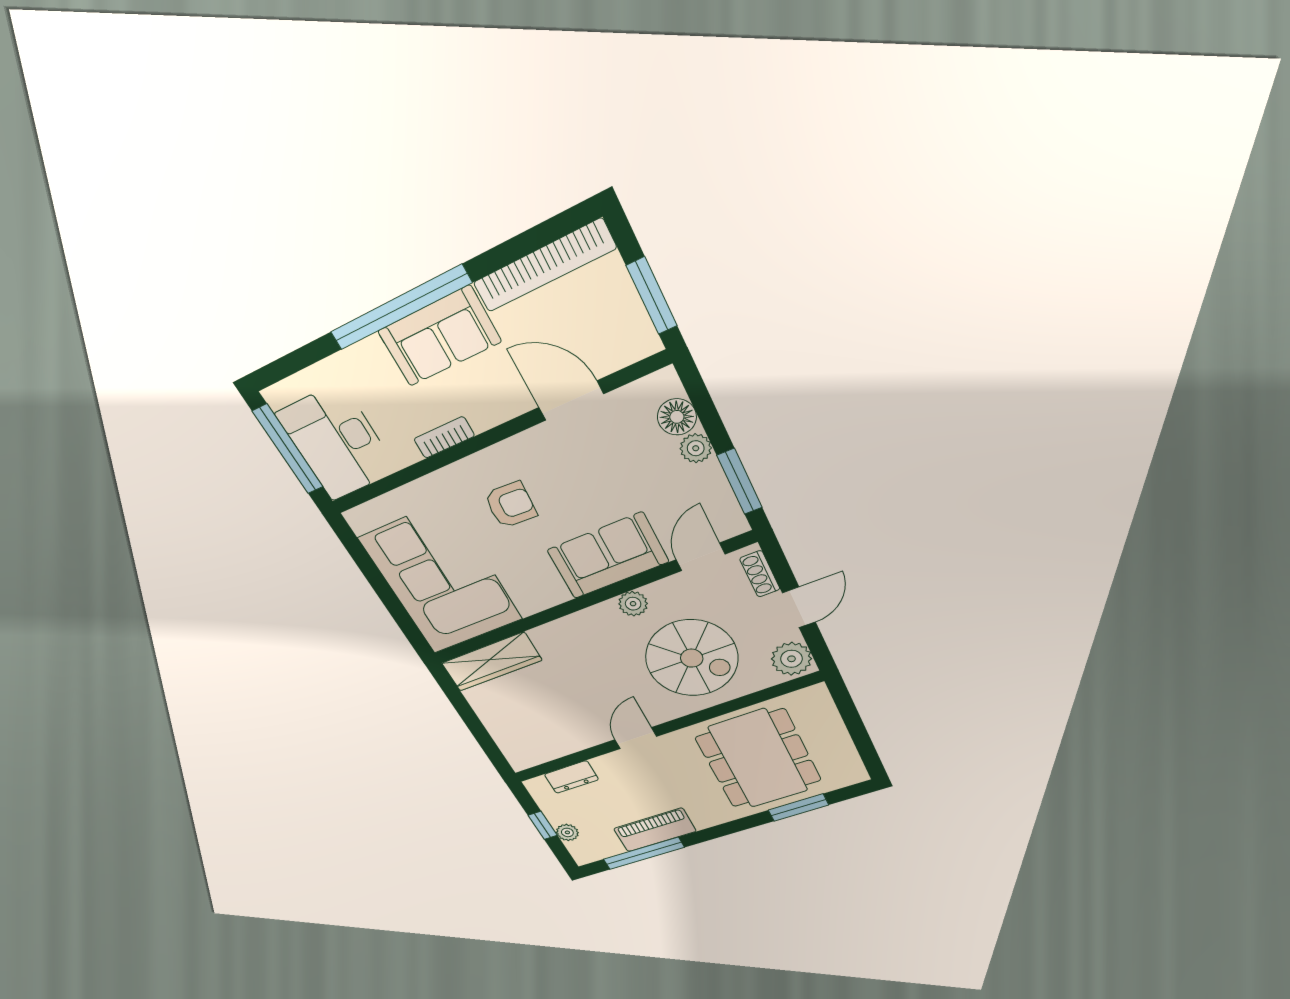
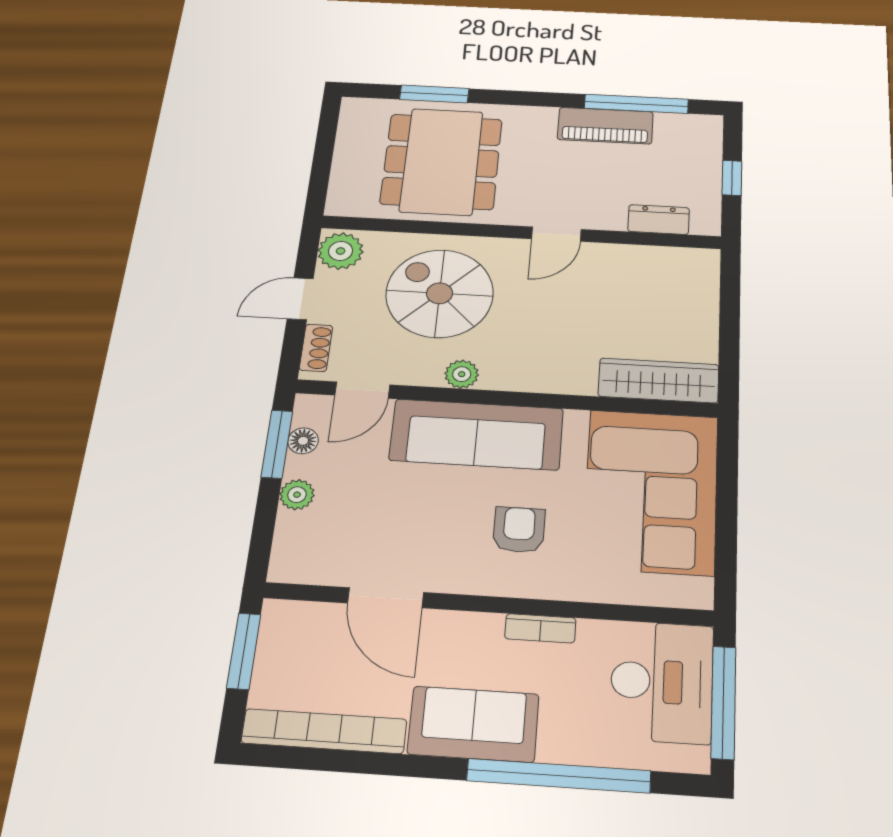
window: (400, 308) -> (559, 776), moved
floor lamp: (677, 417) -> (303, 441), moved, width x0.73, depth x0.73
armchair: (511, 505) -> (519, 530), turned 87
sofa: (608, 556) -> (476, 434), width x1.36
plant: (567, 832) -> (708, 159), removed

